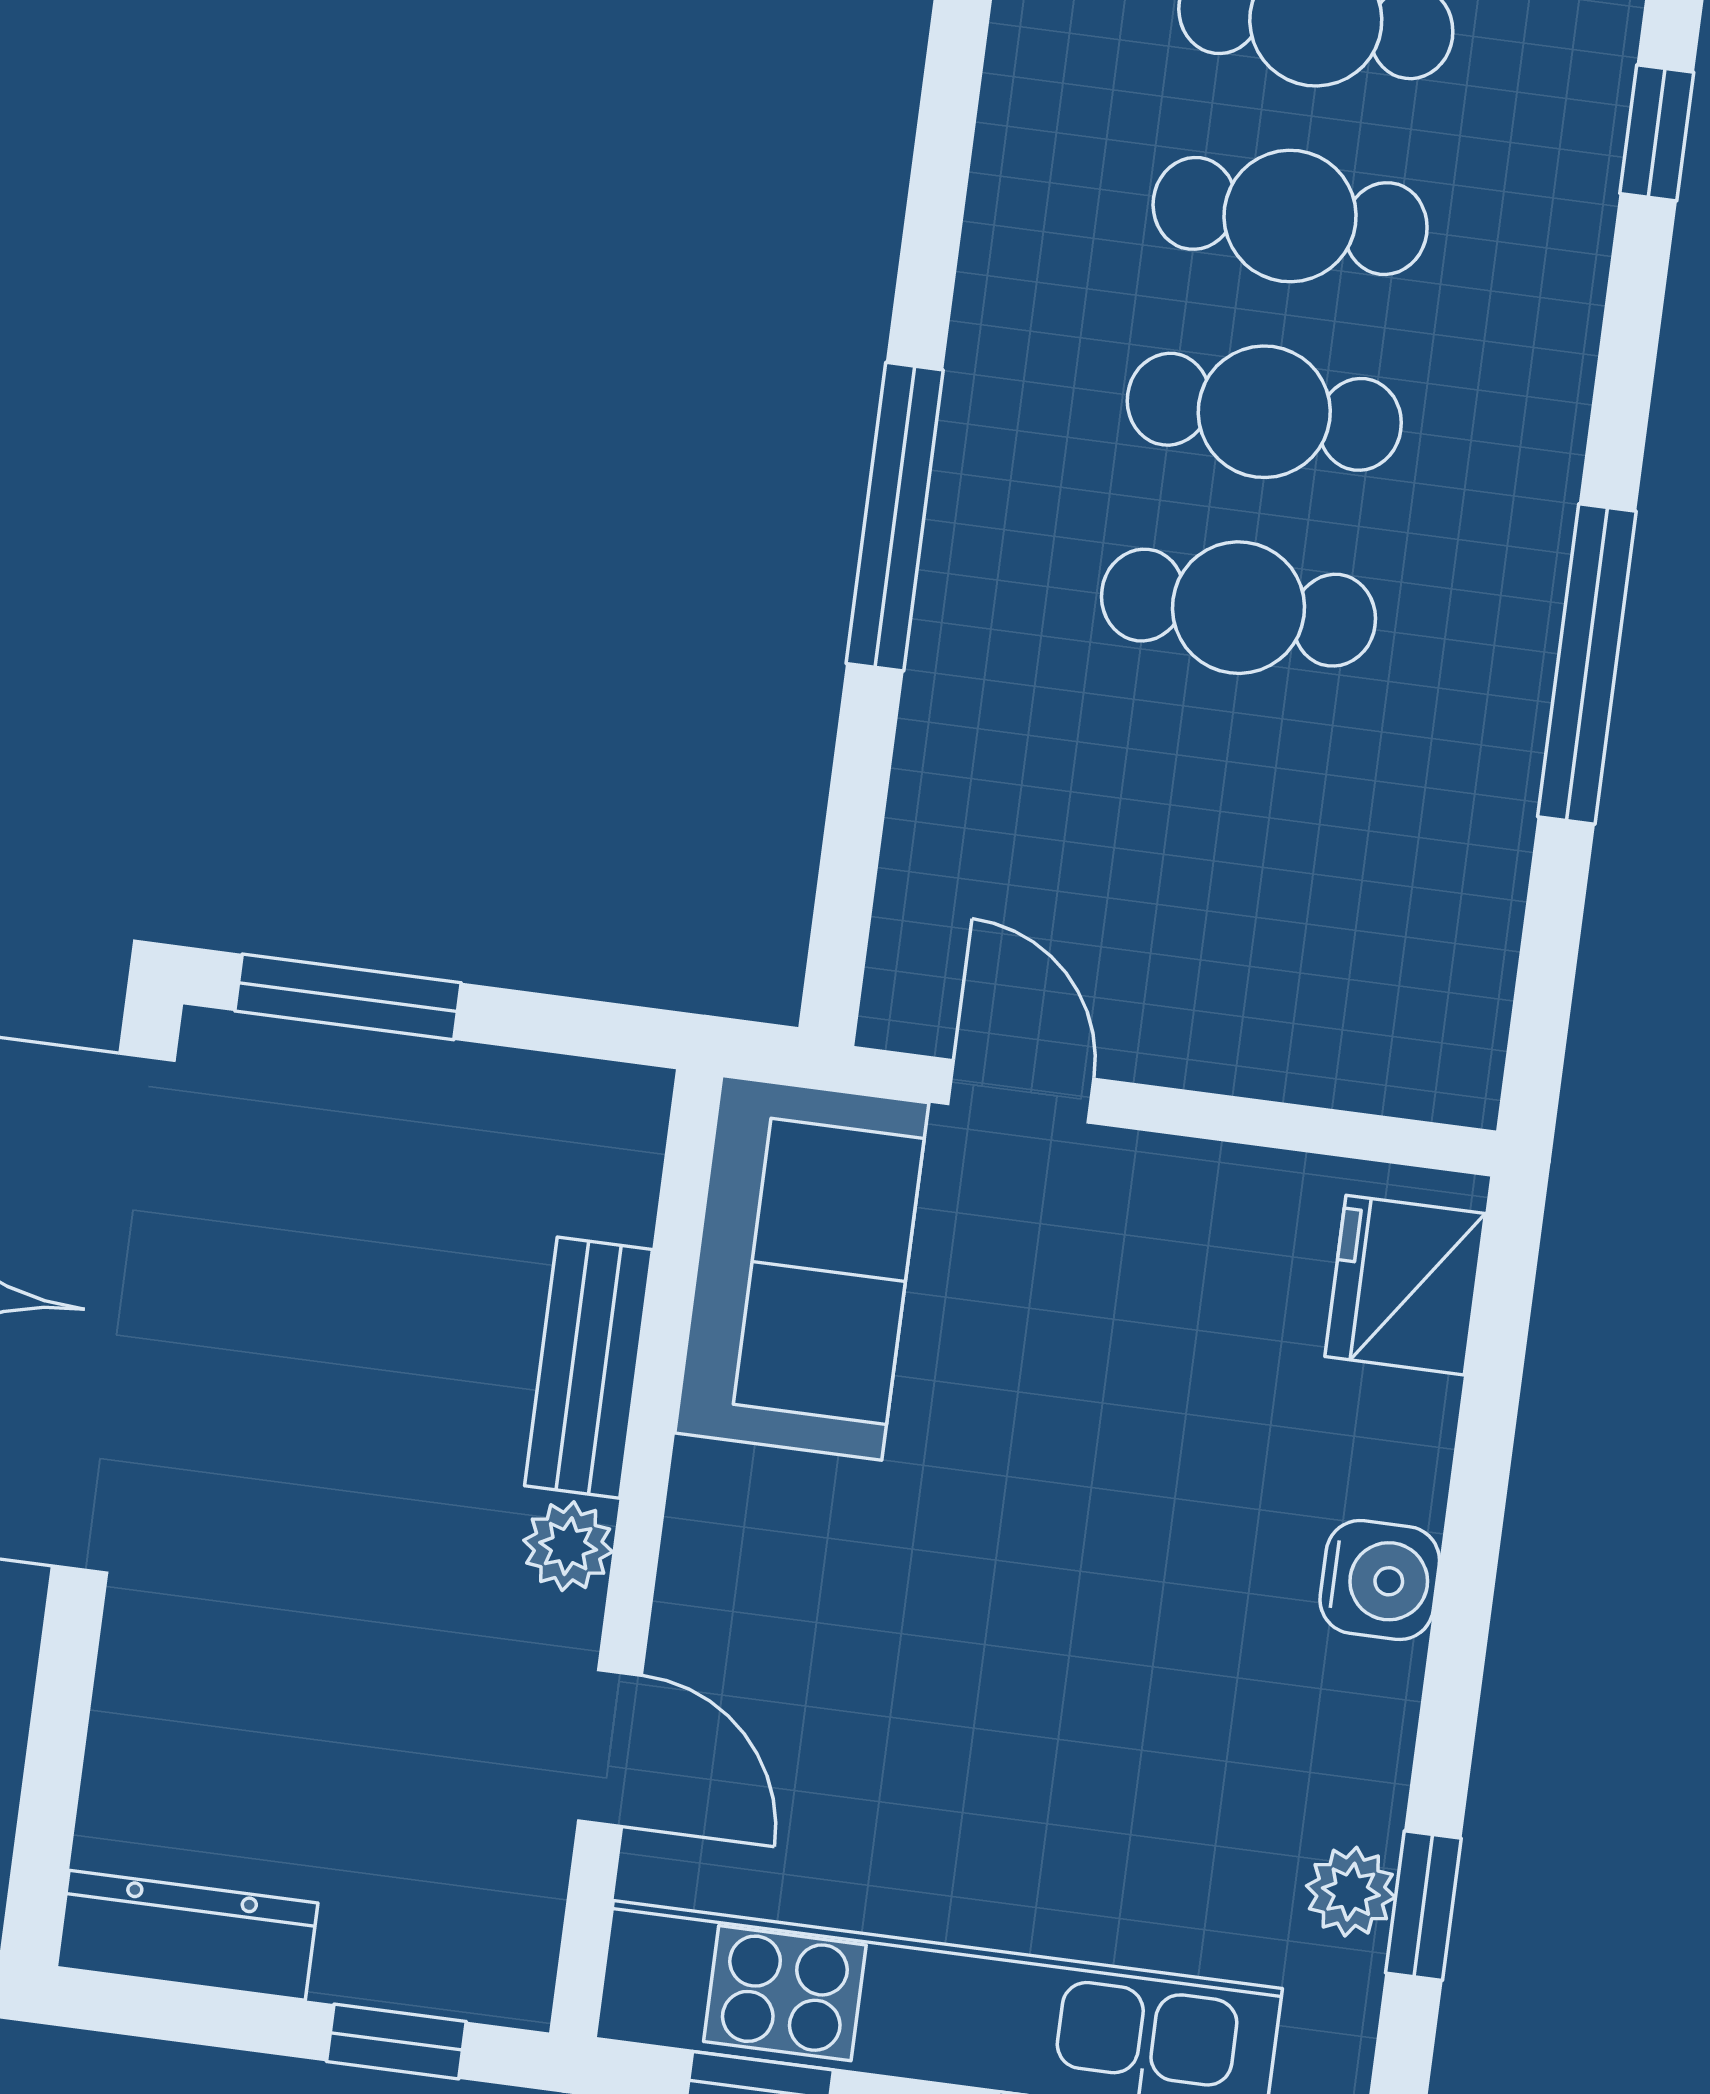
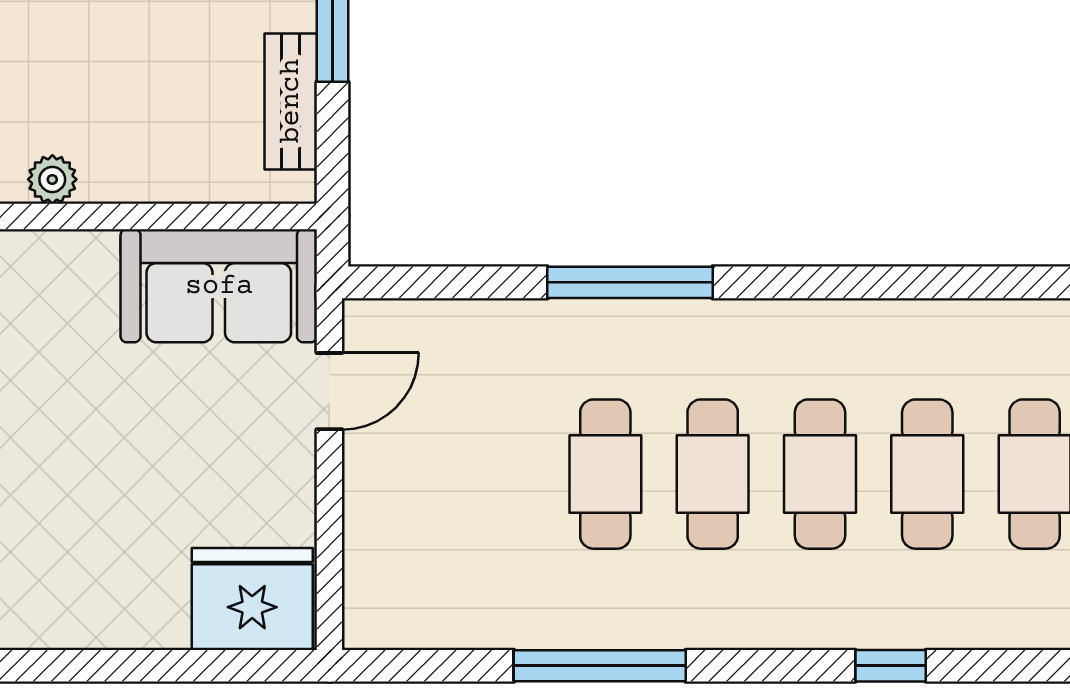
fridge: (1405, 1285) -> (252, 599), width x1.36, depth x1.34
bench: (588, 1368) -> (291, 101), moved, turned 90
water cooler: (1380, 1580) -> (92, 619), removed

